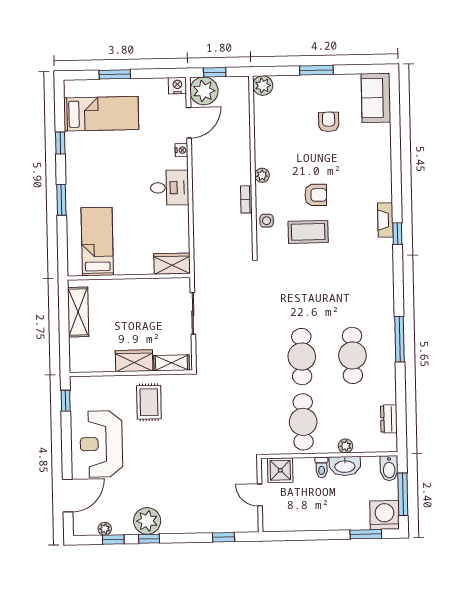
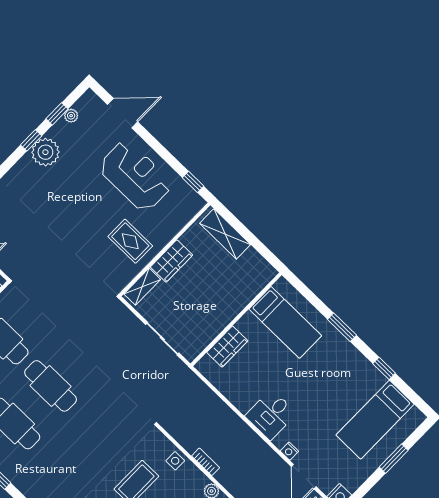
wardrobe: (172, 264) -> (227, 347), moved
shelving: (78, 312) -> (225, 234), moved
door: (68, 496) -> (123, 113), swing flipped

